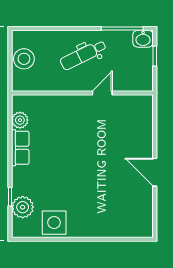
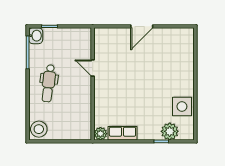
dental chair: (83, 55) -> (49, 83), turned 33
stool: (24, 59) -> (39, 129), moved
wall: (82, 93) -> (93, 84), moved
door: (102, 93) -> (93, 68), moved

